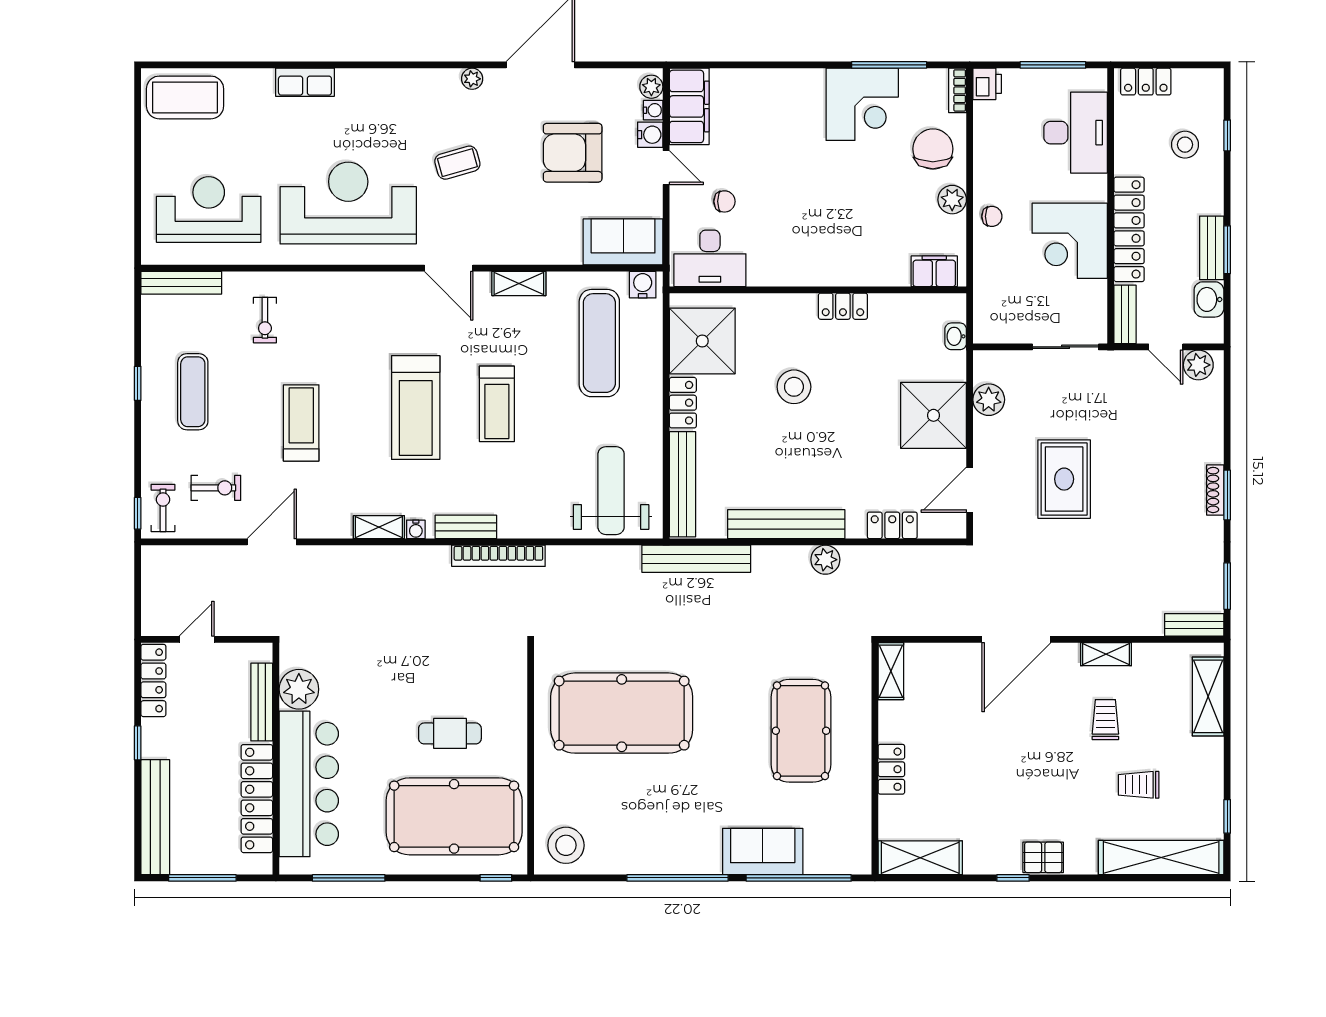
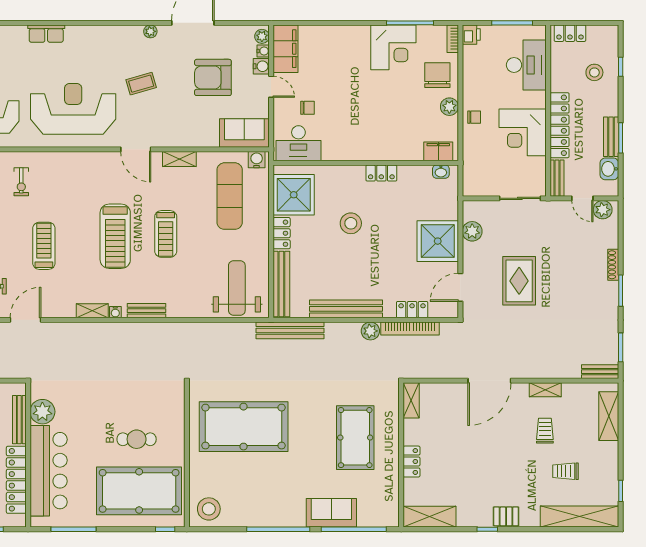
washbasin: (956, 336) -> (441, 172), moved, turned -90
shoe rack: (1215, 490) -> (613, 265), moved
bookcase: (498, 556) -> (410, 329), moved

